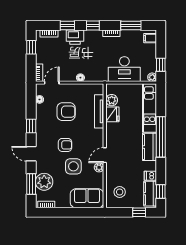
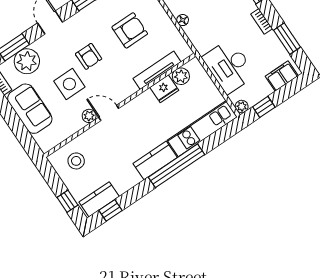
filing cabinet: (150, 38) -> (282, 76), width x2.00
armchair: (66, 112) -> (130, 30), turned -90
dishwasher: (150, 176) -> (121, 185), removed
sofa: (87, 198) -> (30, 109), moved

